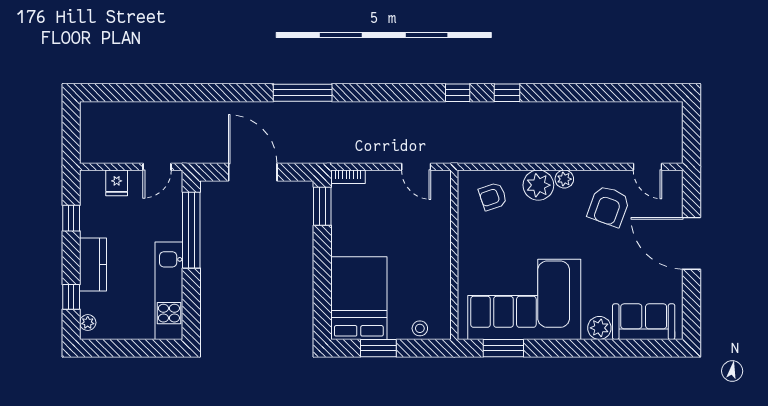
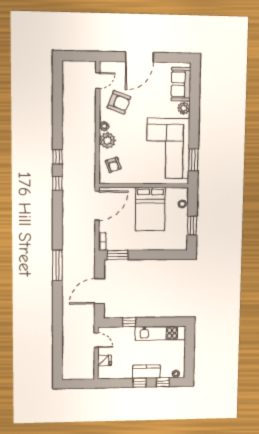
door: (416, 167) -> (97, 206), width x1.88
window: (71, 218) -> (140, 383), moved
window: (191, 230) -> (129, 322), width x0.32
bed: (359, 298) -> (150, 209), moved, turned -90

